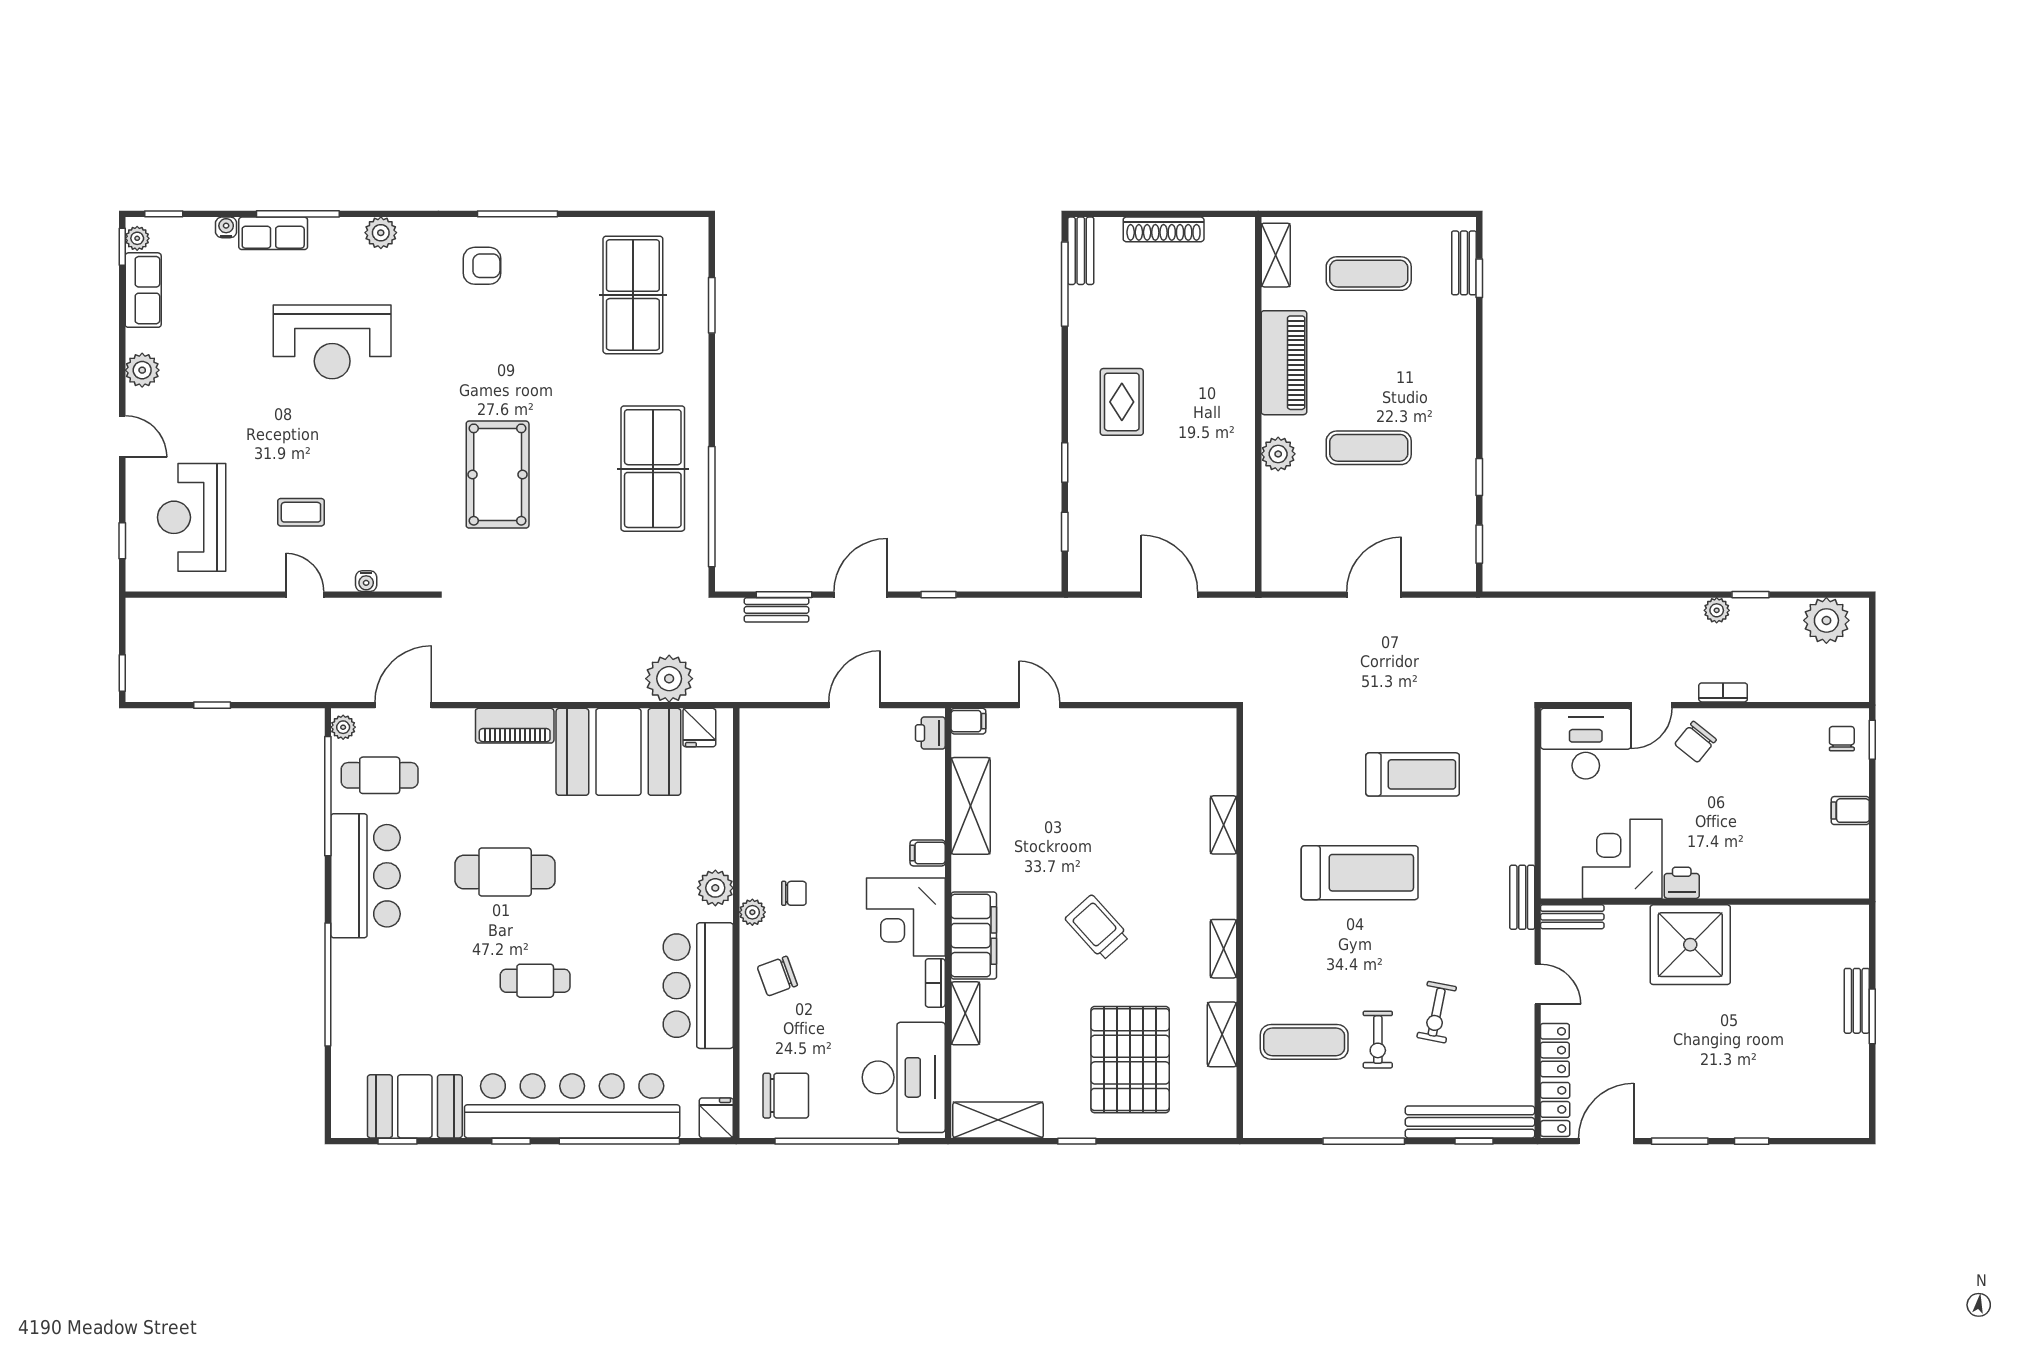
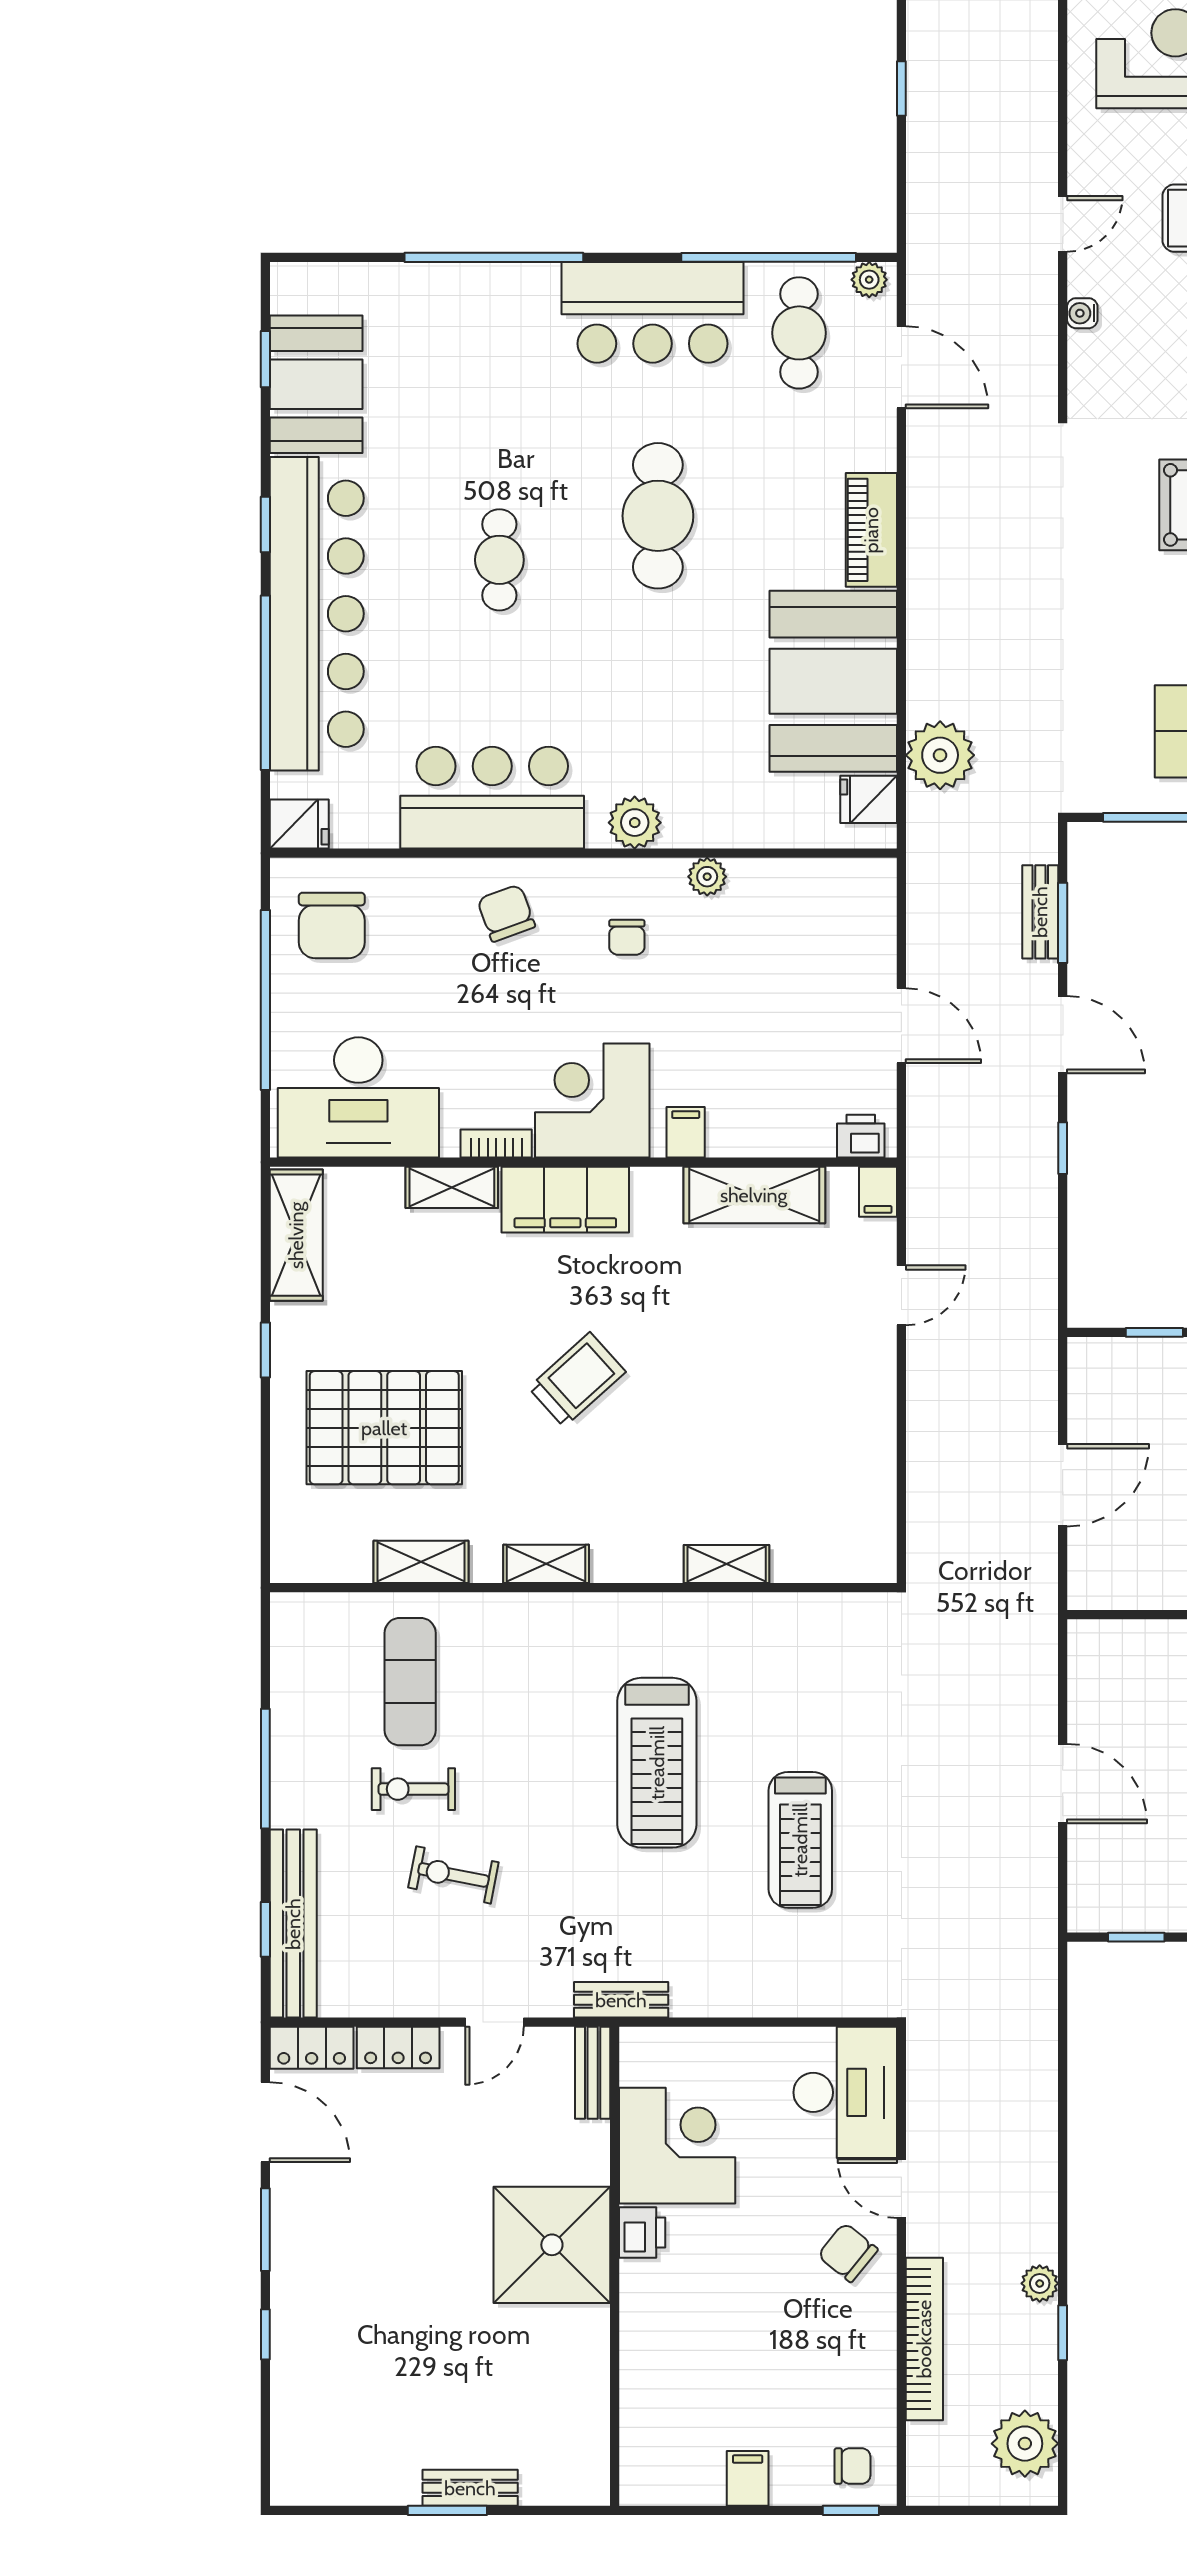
bookcase: (1723, 692) -> (924, 2339), width x2.31, depth x1.31
plant: (752, 912) -> (707, 877), moved

